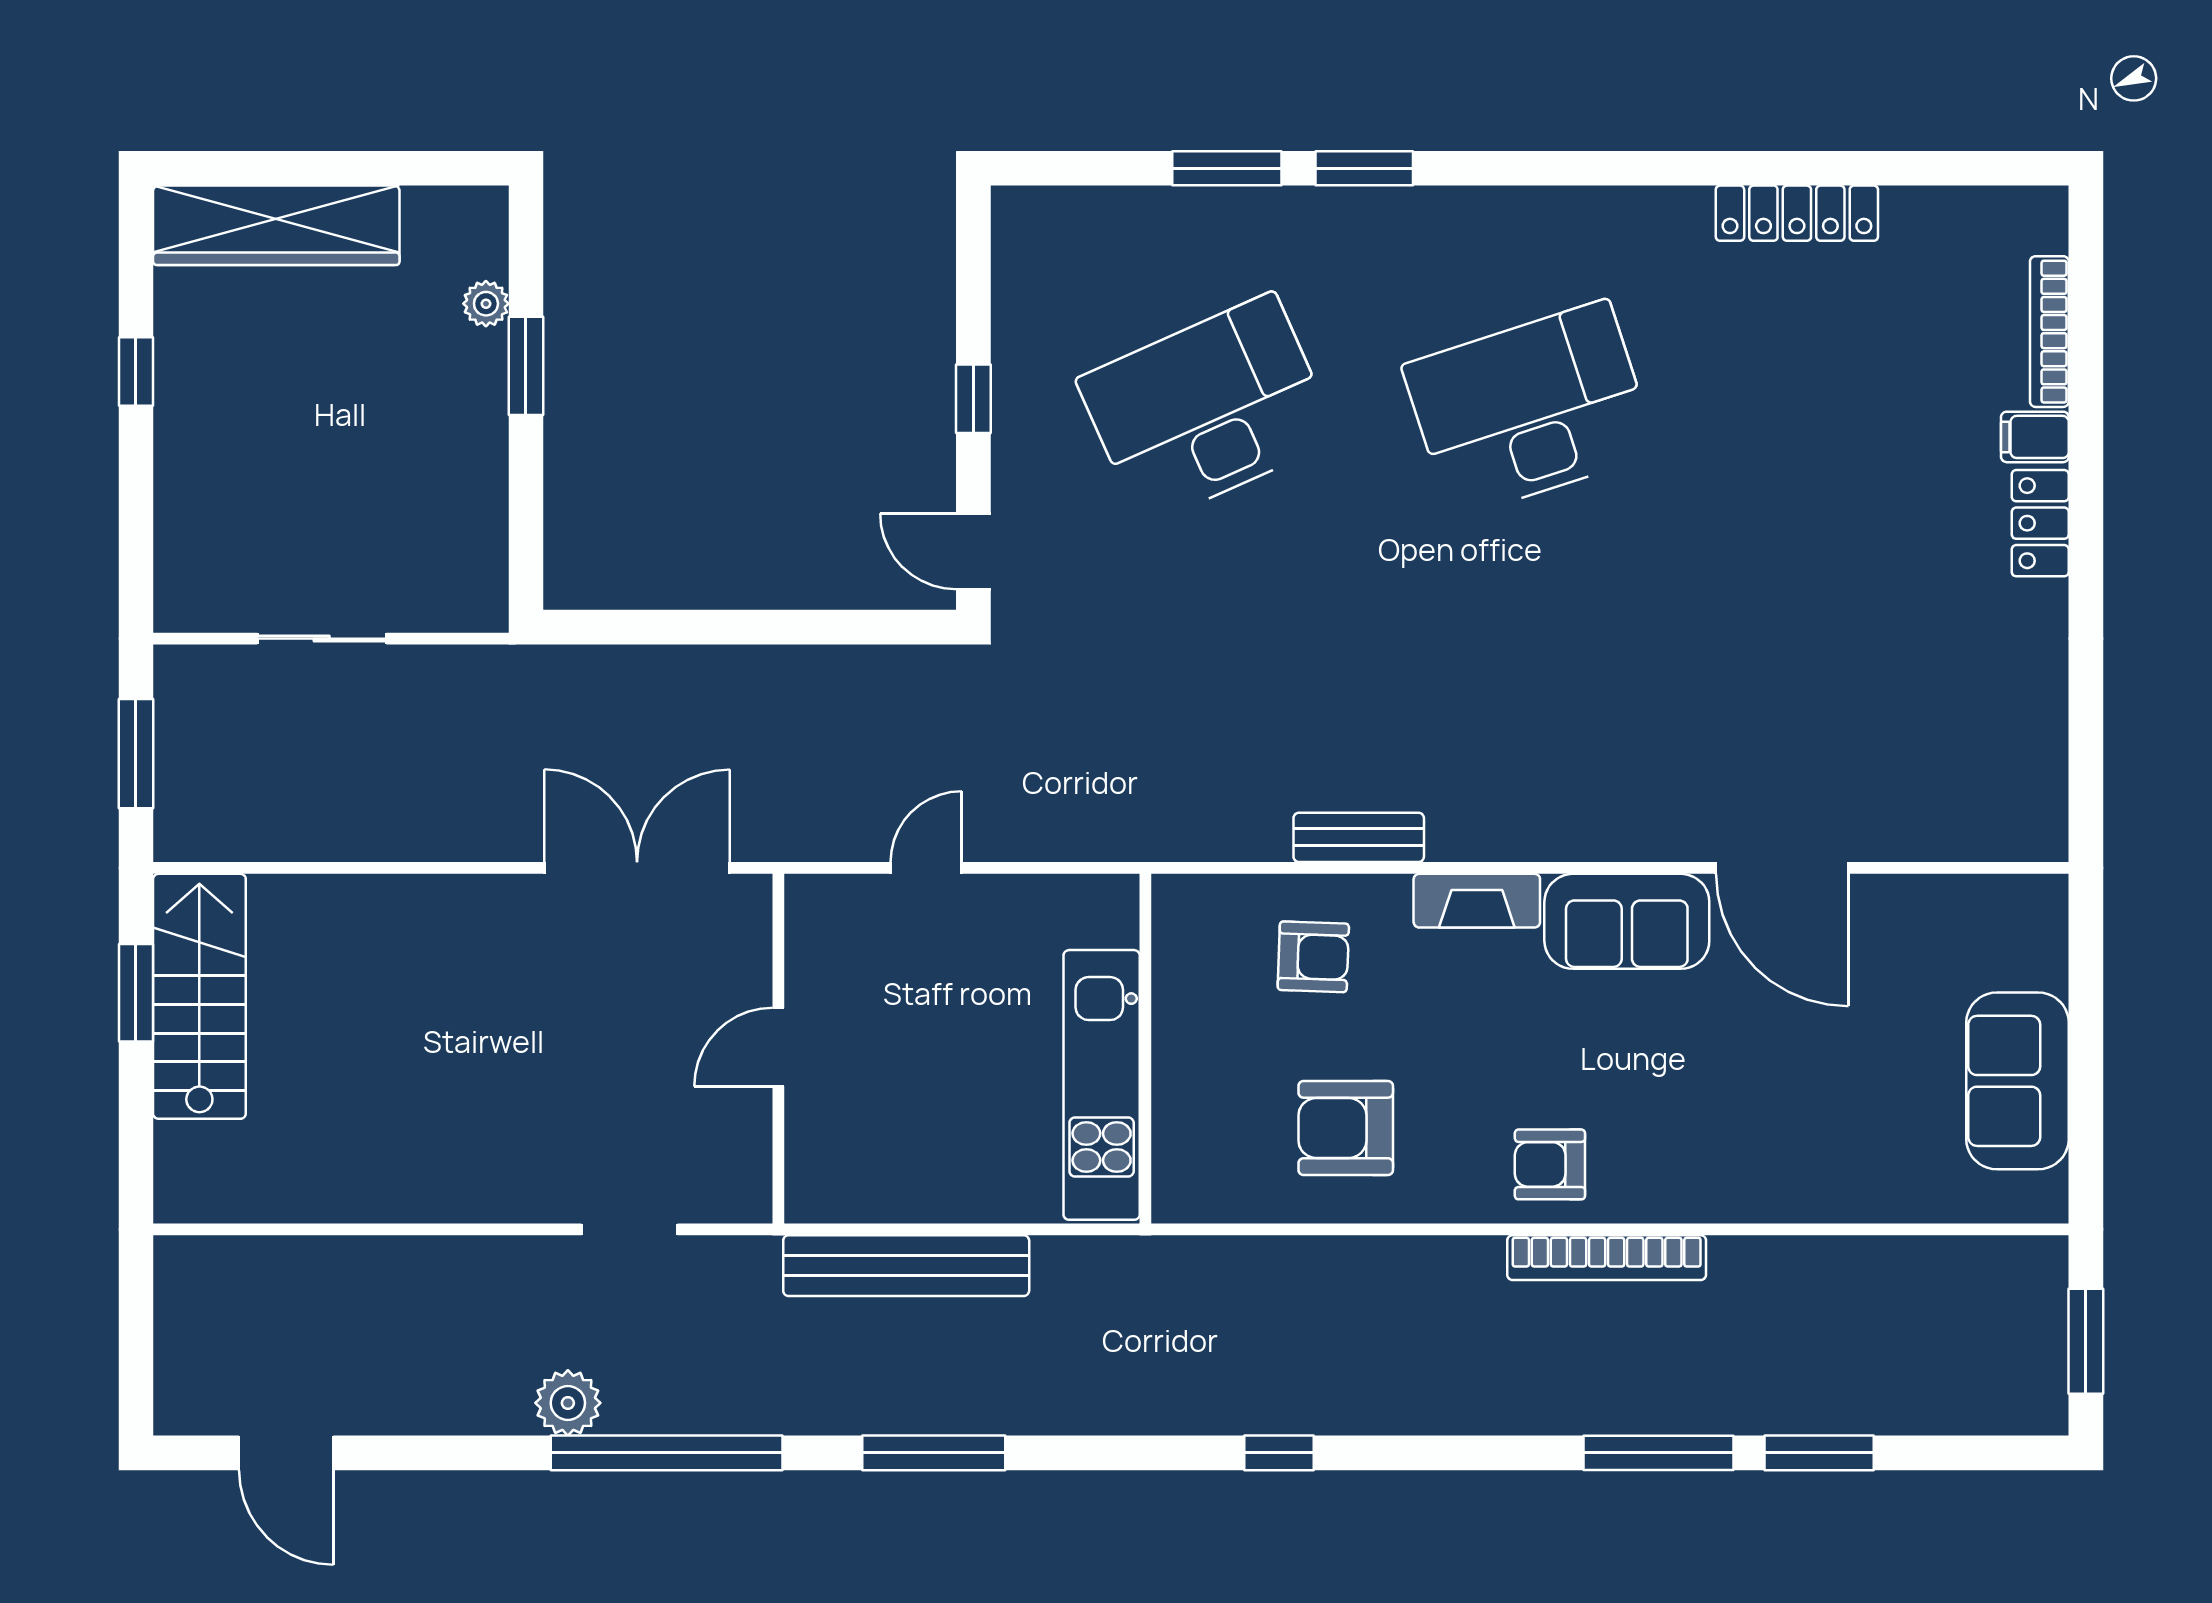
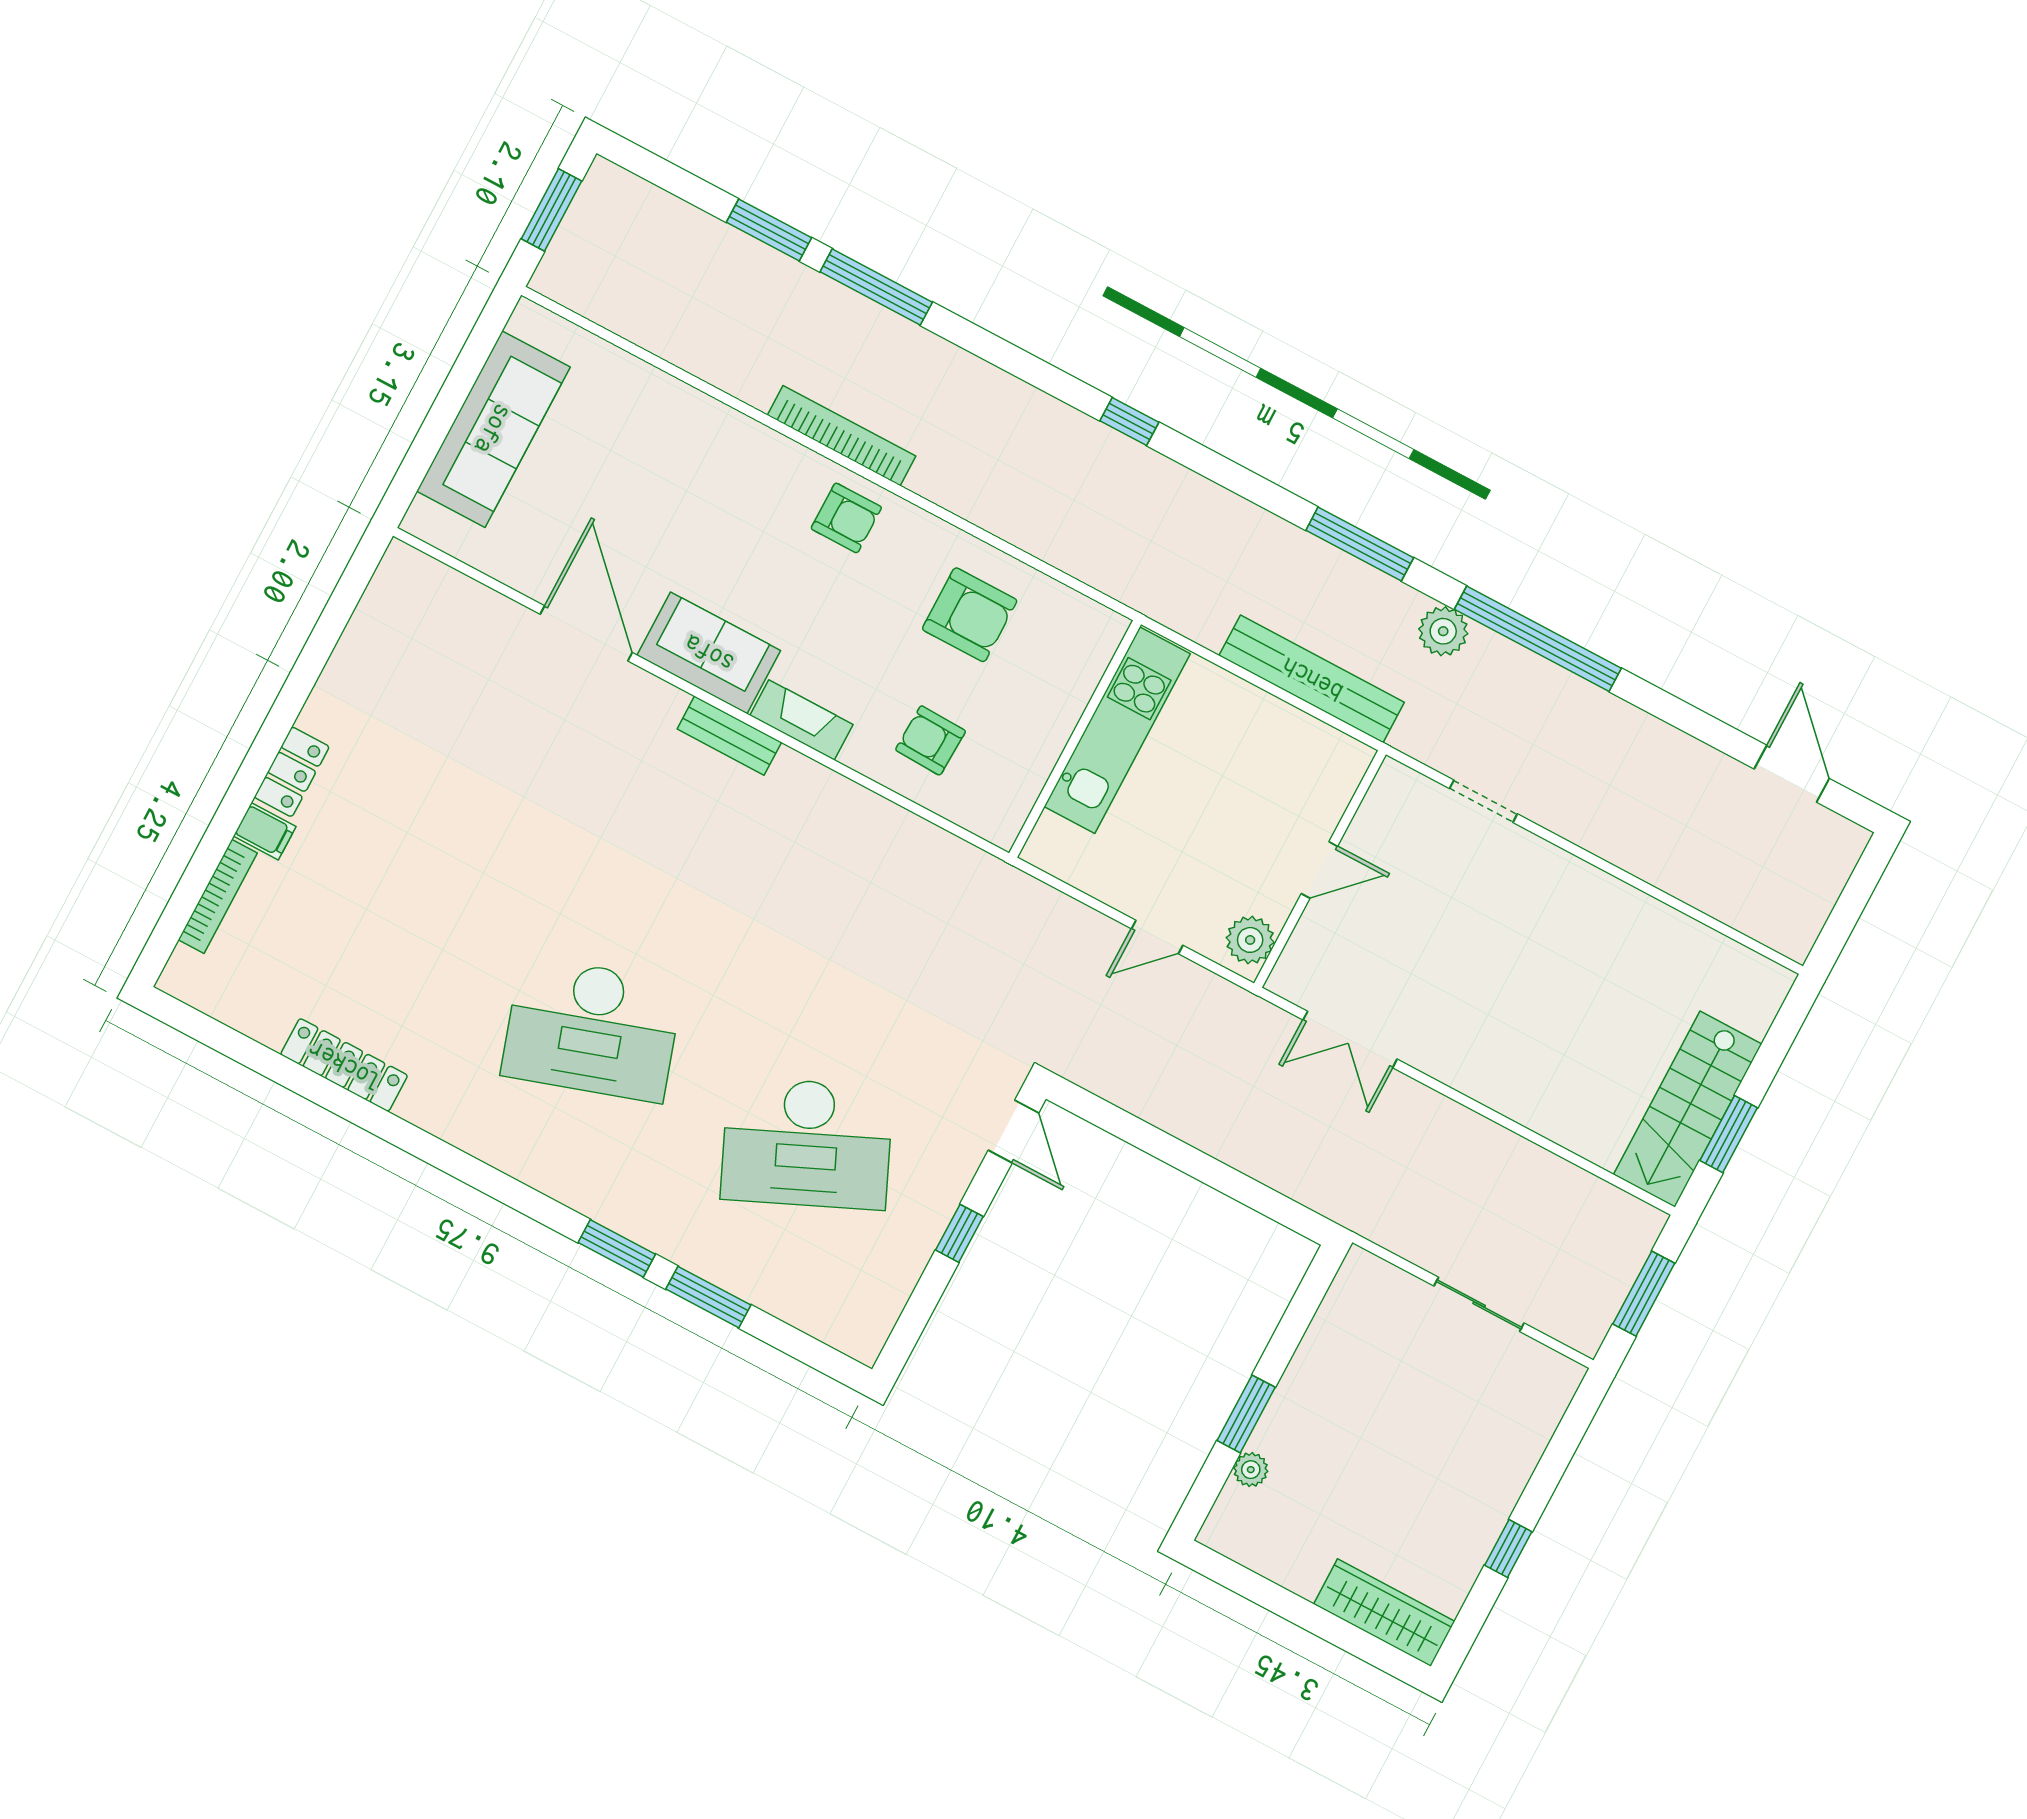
wardrobe: (276, 225) -> (1384, 1613), width x0.71, depth x0.85
bench: (1359, 837) -> (729, 736), moved
double door: (637, 868) -> (1350, 1040), width x0.73
plant: (816, 922) -> (1250, 940), added
sofa: (2018, 1081) -> (493, 429), width x1.36
plant: (568, 1403) -> (1443, 631), moved

